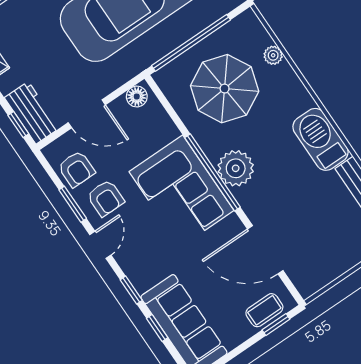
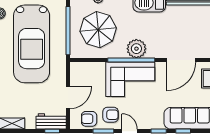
floor lamp: (137, 97) -> (75, 71), removed
armchair: (76, 169) -> (89, 119), turned 180

